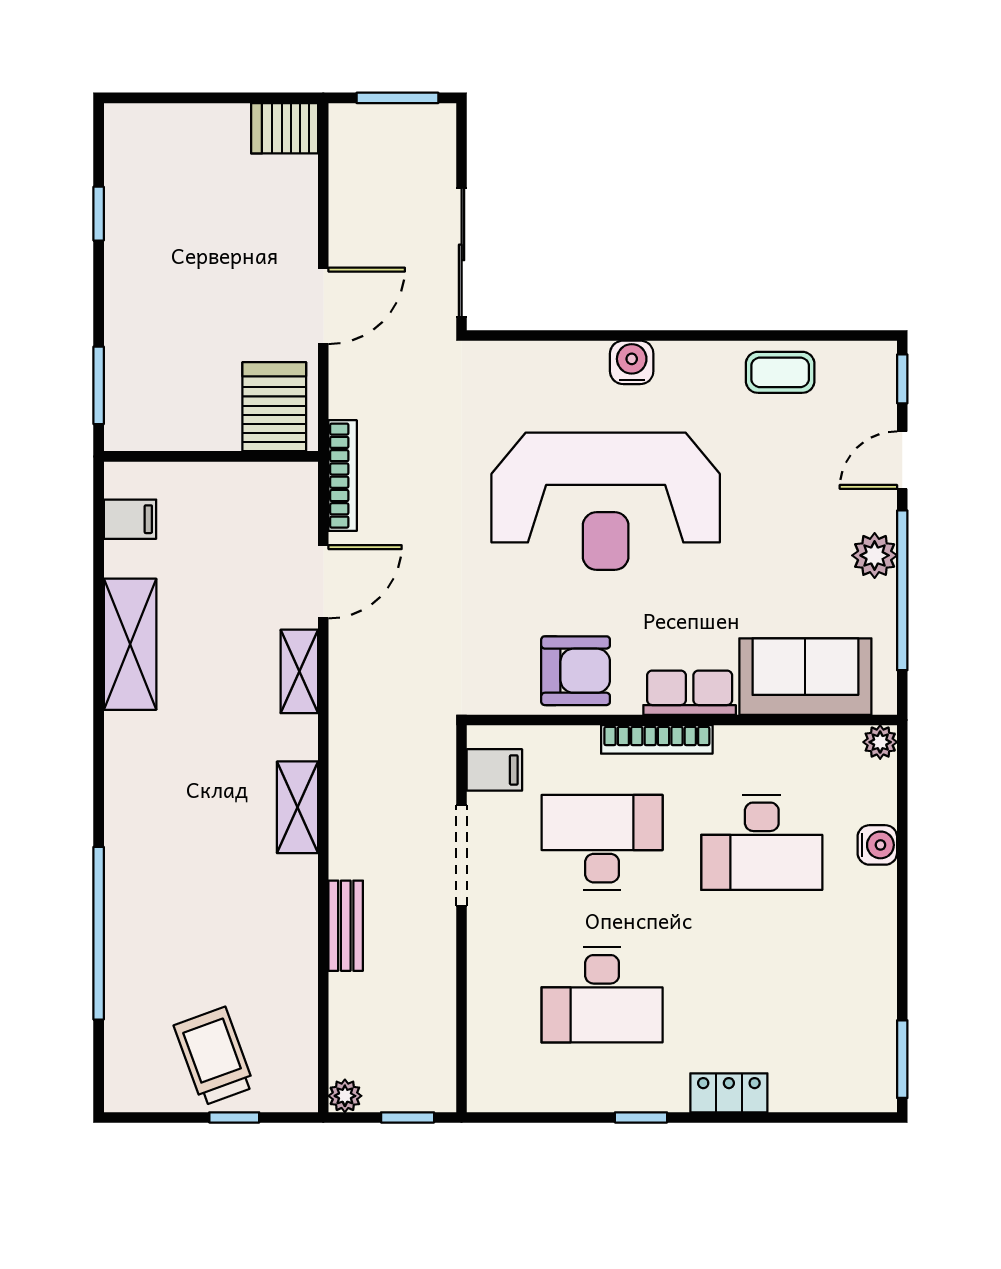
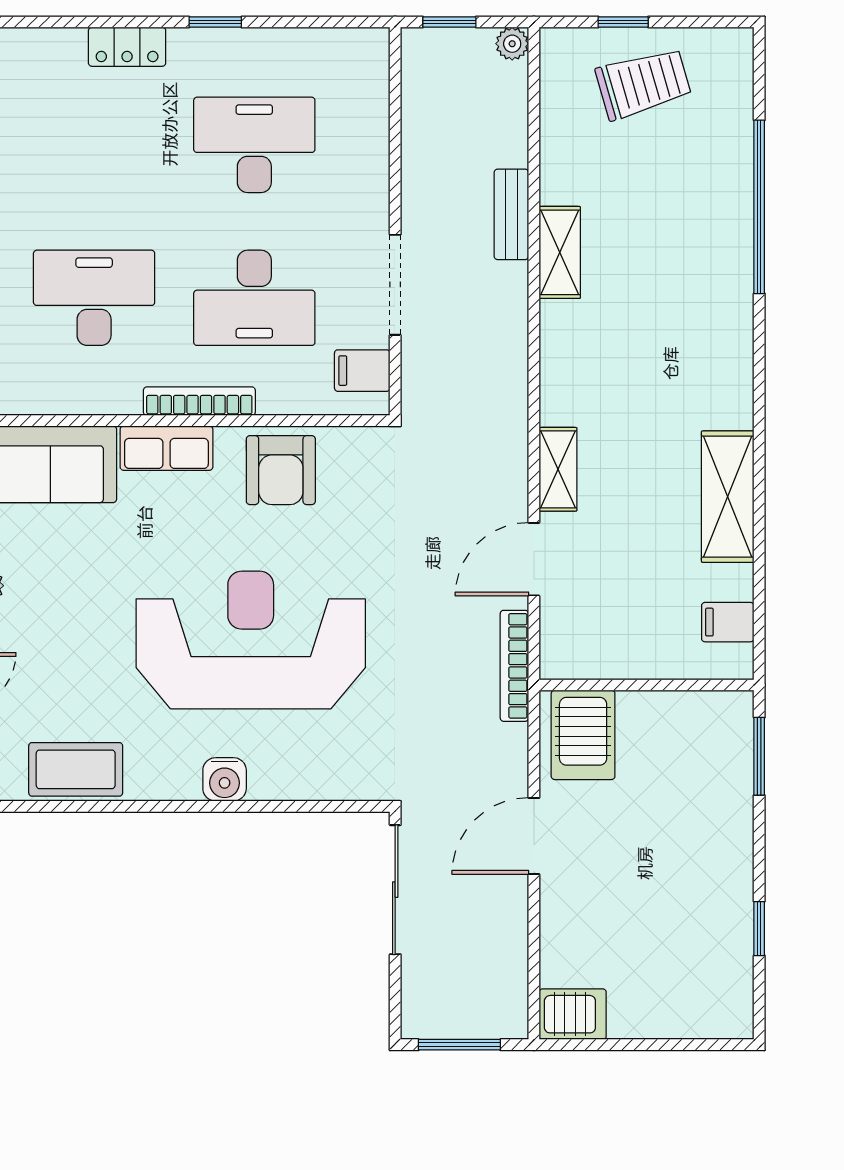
coffee table: (780, 372) -> (76, 769), width x1.36, depth x1.30
armchair: (576, 671) -> (281, 470), turned -90
shelving: (298, 807) -> (560, 252), moved
trolley: (214, 1056) -> (643, 83), turned -86

